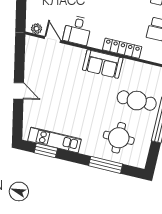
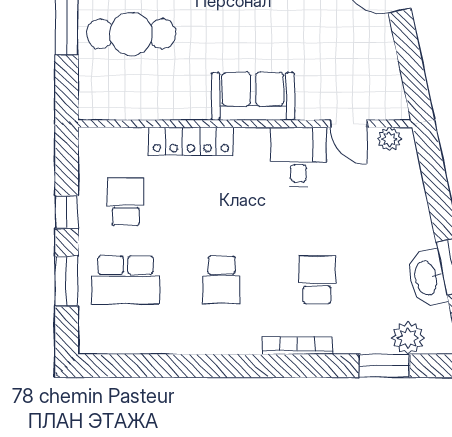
sofa: (103, 64) -> (253, 96), moved

